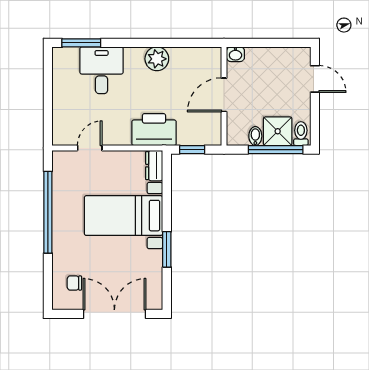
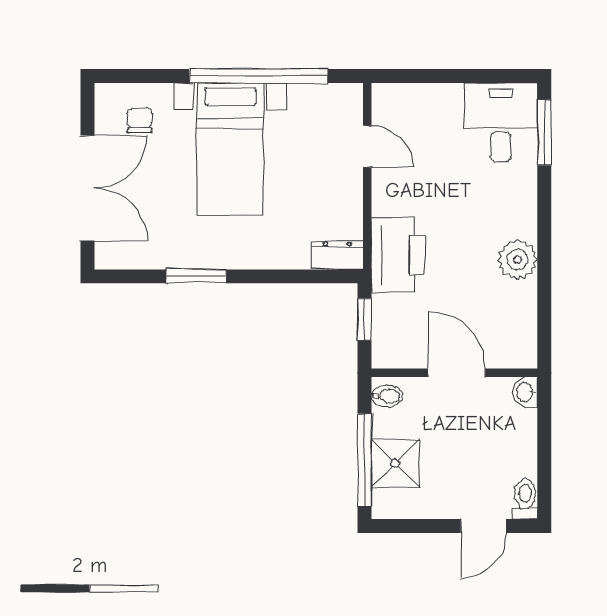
desk: (102, 70) -> (501, 122), moved, turned -90
toilet: (301, 134) -> (525, 499), moved, turned -90
bidet: (255, 136) -> (387, 396), moved
bed with nightstands: (123, 216) -> (230, 149), moved, turned 180

